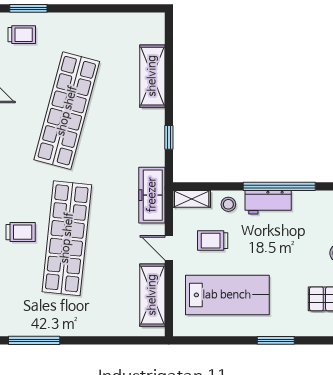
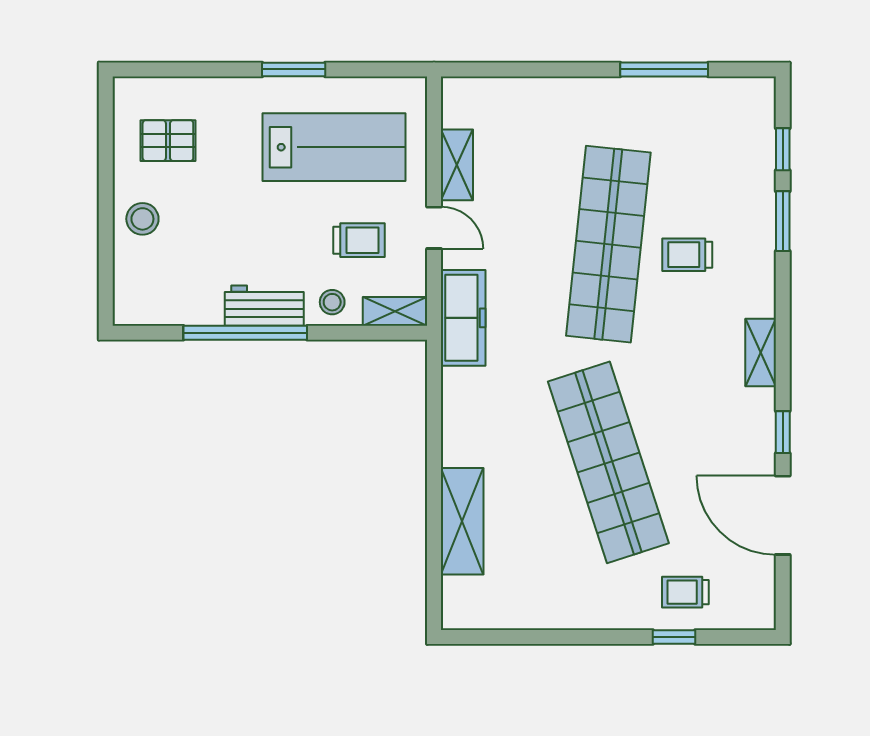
window: (28, 8) -> (674, 637), width x0.67
shop shelf: (67, 111) -> (608, 462), turned -33
window: (169, 137) -> (434, 417), removed
shelving: (152, 295) -> (457, 165), width x0.67, depth x0.75
lab bench: (227, 295) -> (334, 147), turned 180
window: (276, 340) -> (294, 69), moved

